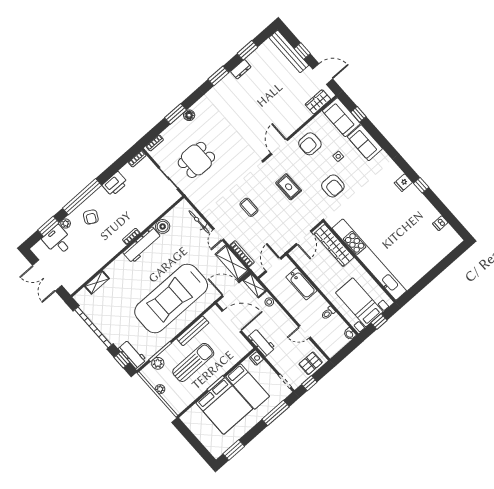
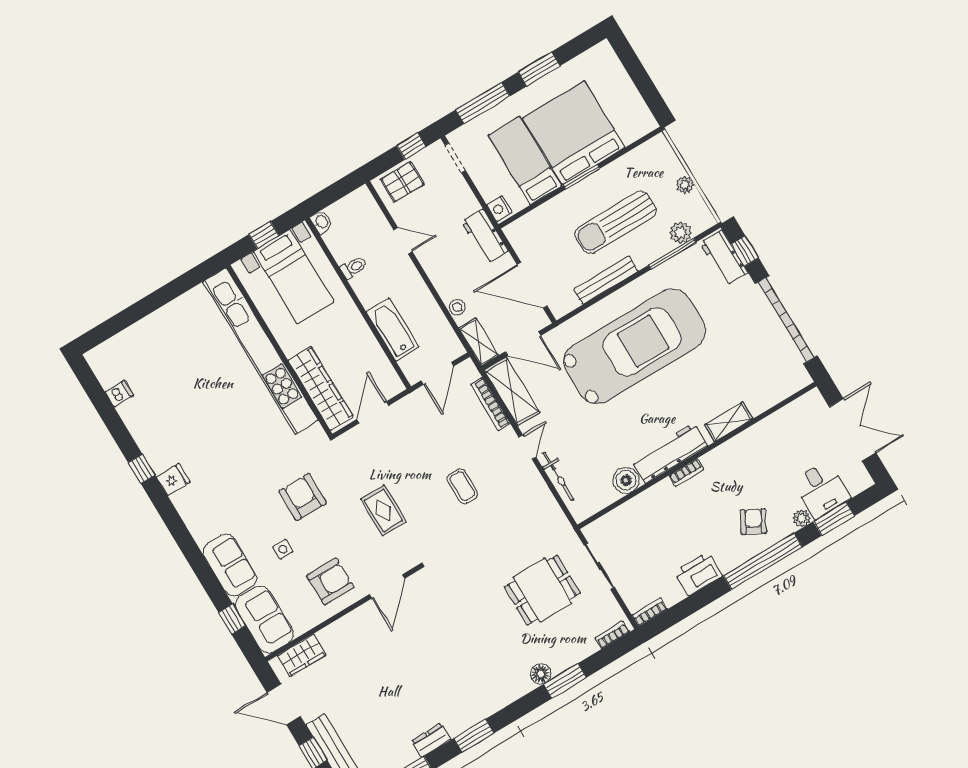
shelving: (97, 282) -> (729, 422), moved
window: (234, 450) -> (539, 69), moved

